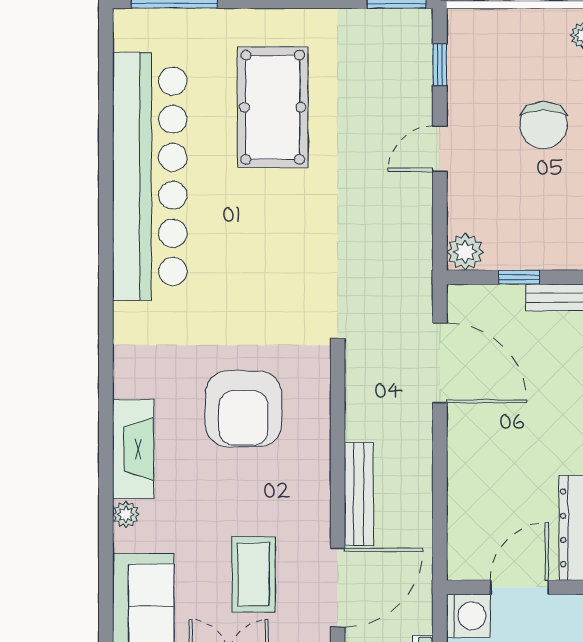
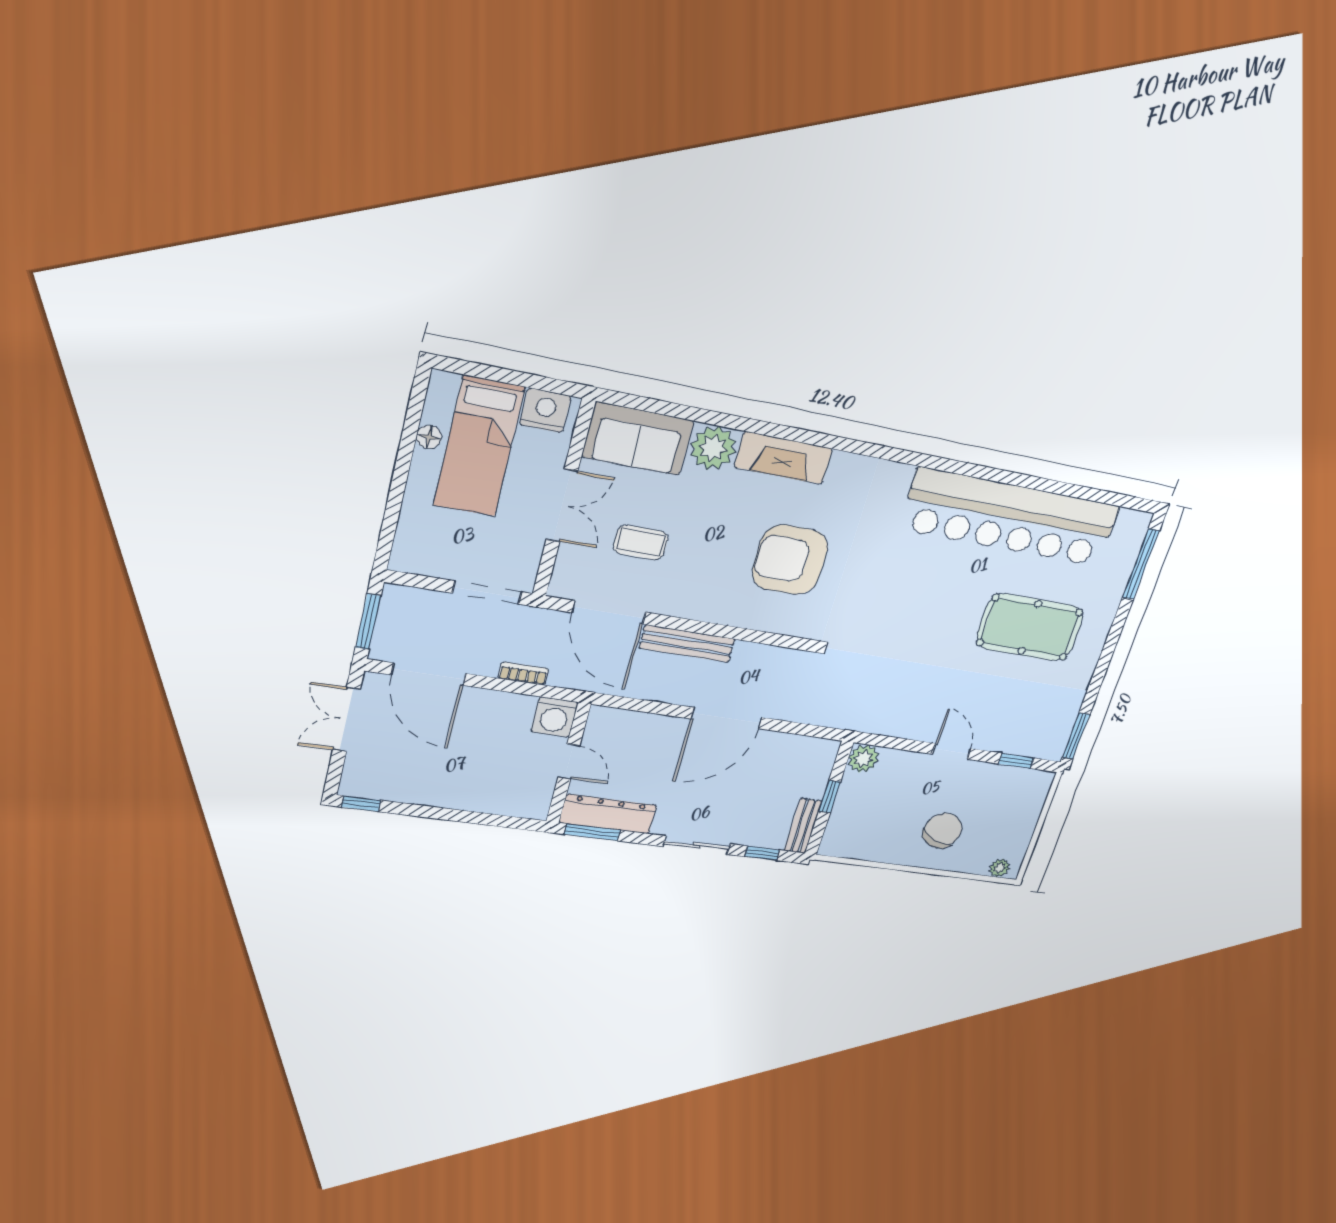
chair: (543, 125) -> (943, 831), turned 112
door: (440, 363) -> (727, 718), moved
plant: (126, 514) -> (713, 448), width x1.87, depth x1.87
coffee table: (254, 574) -> (641, 542), width x0.73, depth x0.77
door: (519, 587) -> (569, 761), width x0.73

